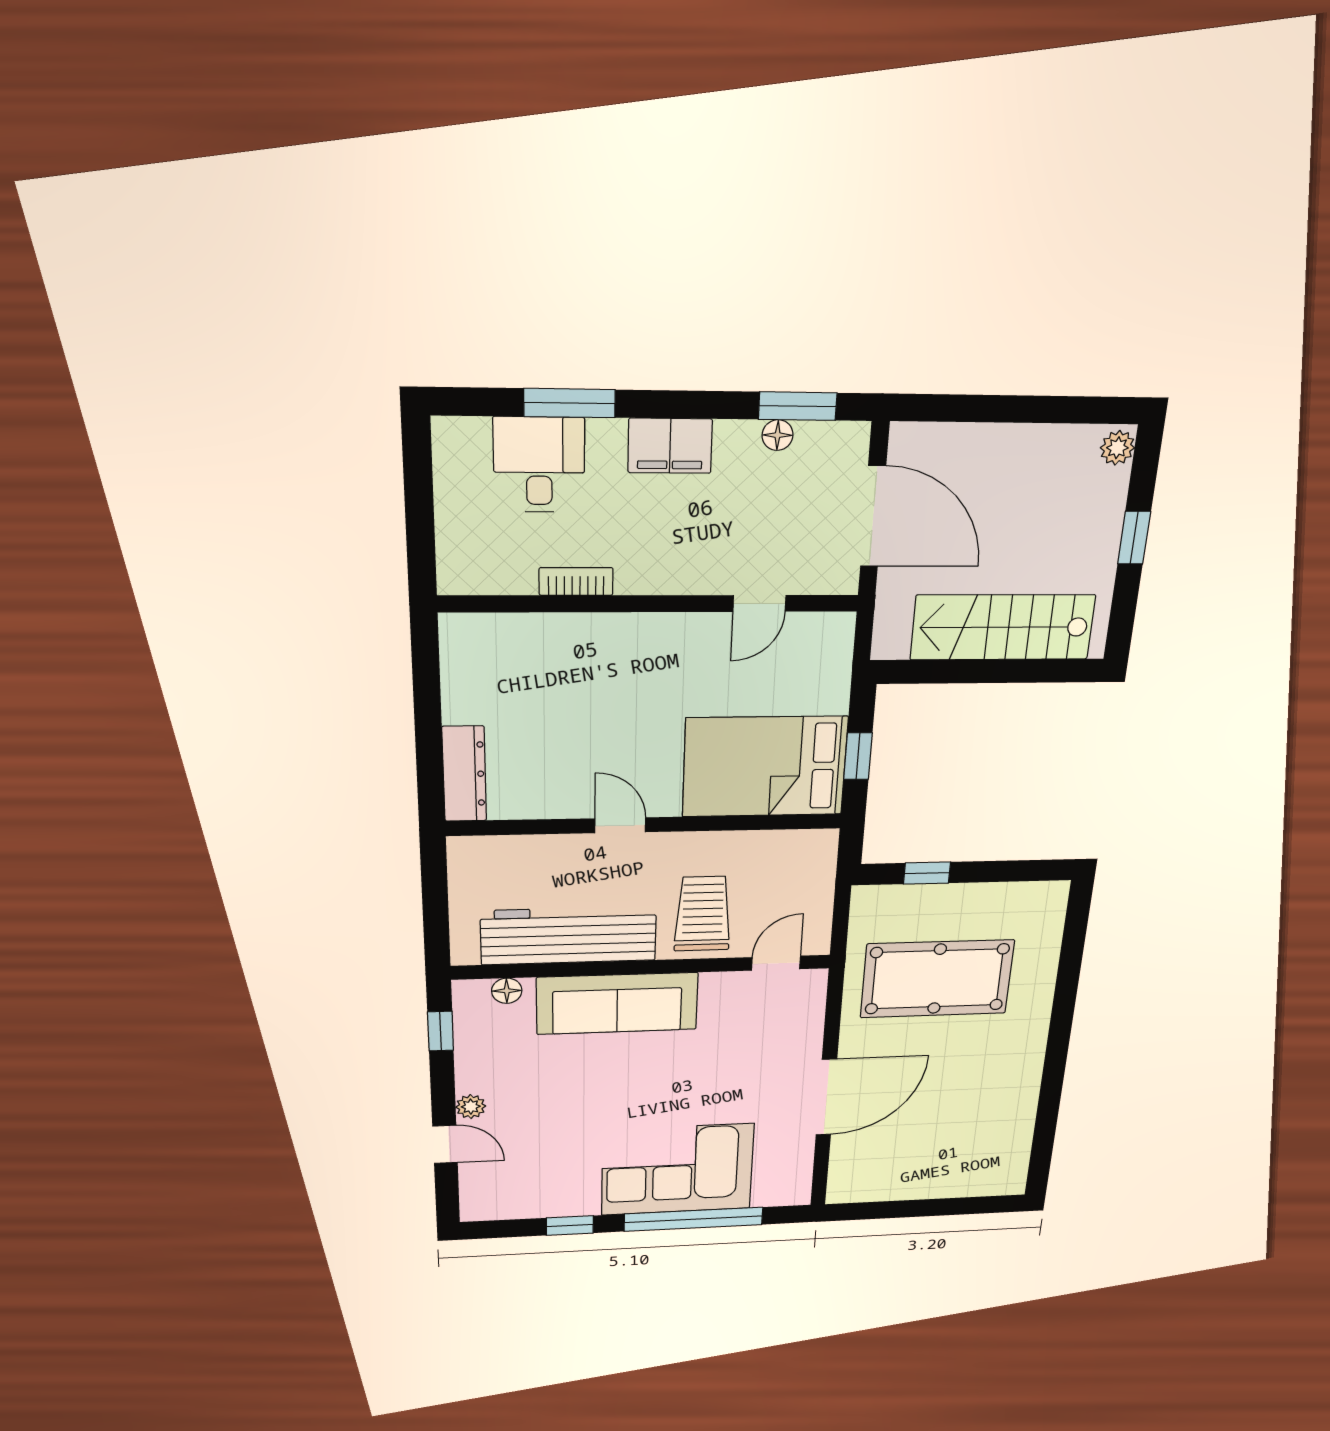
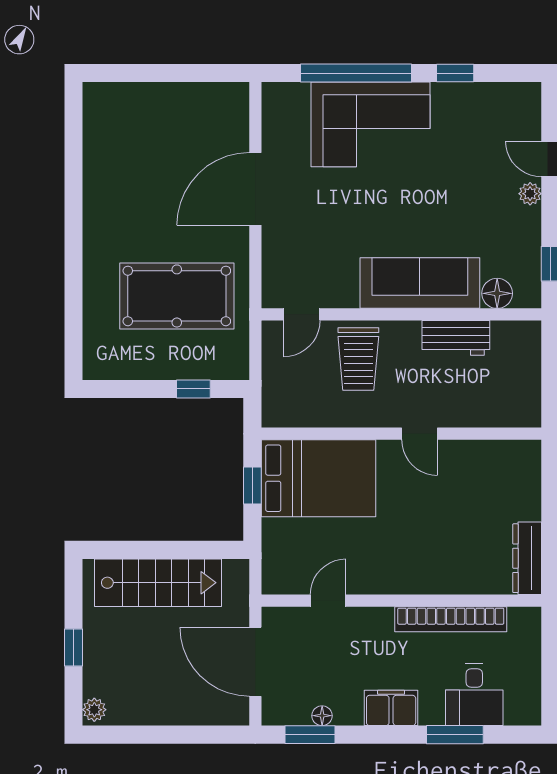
bookcase: (576, 581) -> (451, 619), width x2.31, depth x1.31
dresser: (464, 774) -> (527, 558), moved
workbench: (569, 936) -> (456, 338), width x0.53, depth x0.76
floor lamp: (507, 991) -> (497, 293), width x1.37, depth x1.37

